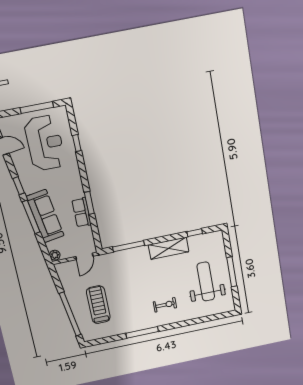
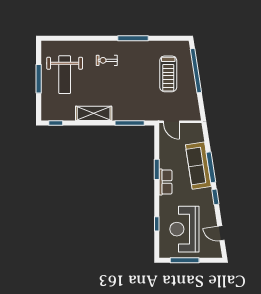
row of seats: (82, 212) -> (166, 182), moved
window: (195, 233) -> (56, 123), moved
plant: (55, 255) -> (198, 128), removed
door: (84, 256) -> (171, 122), swing flipped

